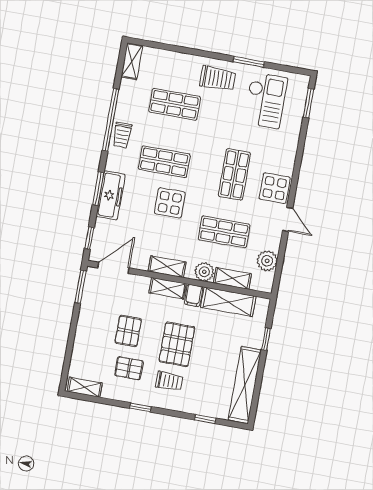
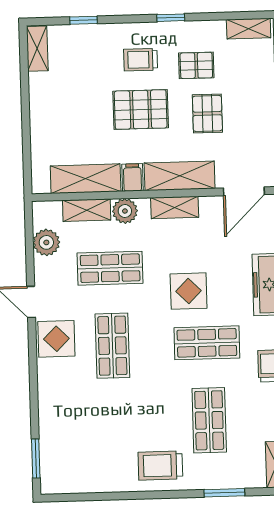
window: (249, 62) -> (224, 493), moved
checkout: (265, 100) -> (92, 450), removed
shop shelf: (175, 104) -> (209, 420), turned 90
shelving: (168, 288) -> (180, 176), width x1.50, depth x1.33
window: (266, 339) -> (26, 141), removed
pallet: (177, 344) -> (141, 110), turned 90
shelving: (245, 385) -> (37, 49), width x0.45, depth x0.75

